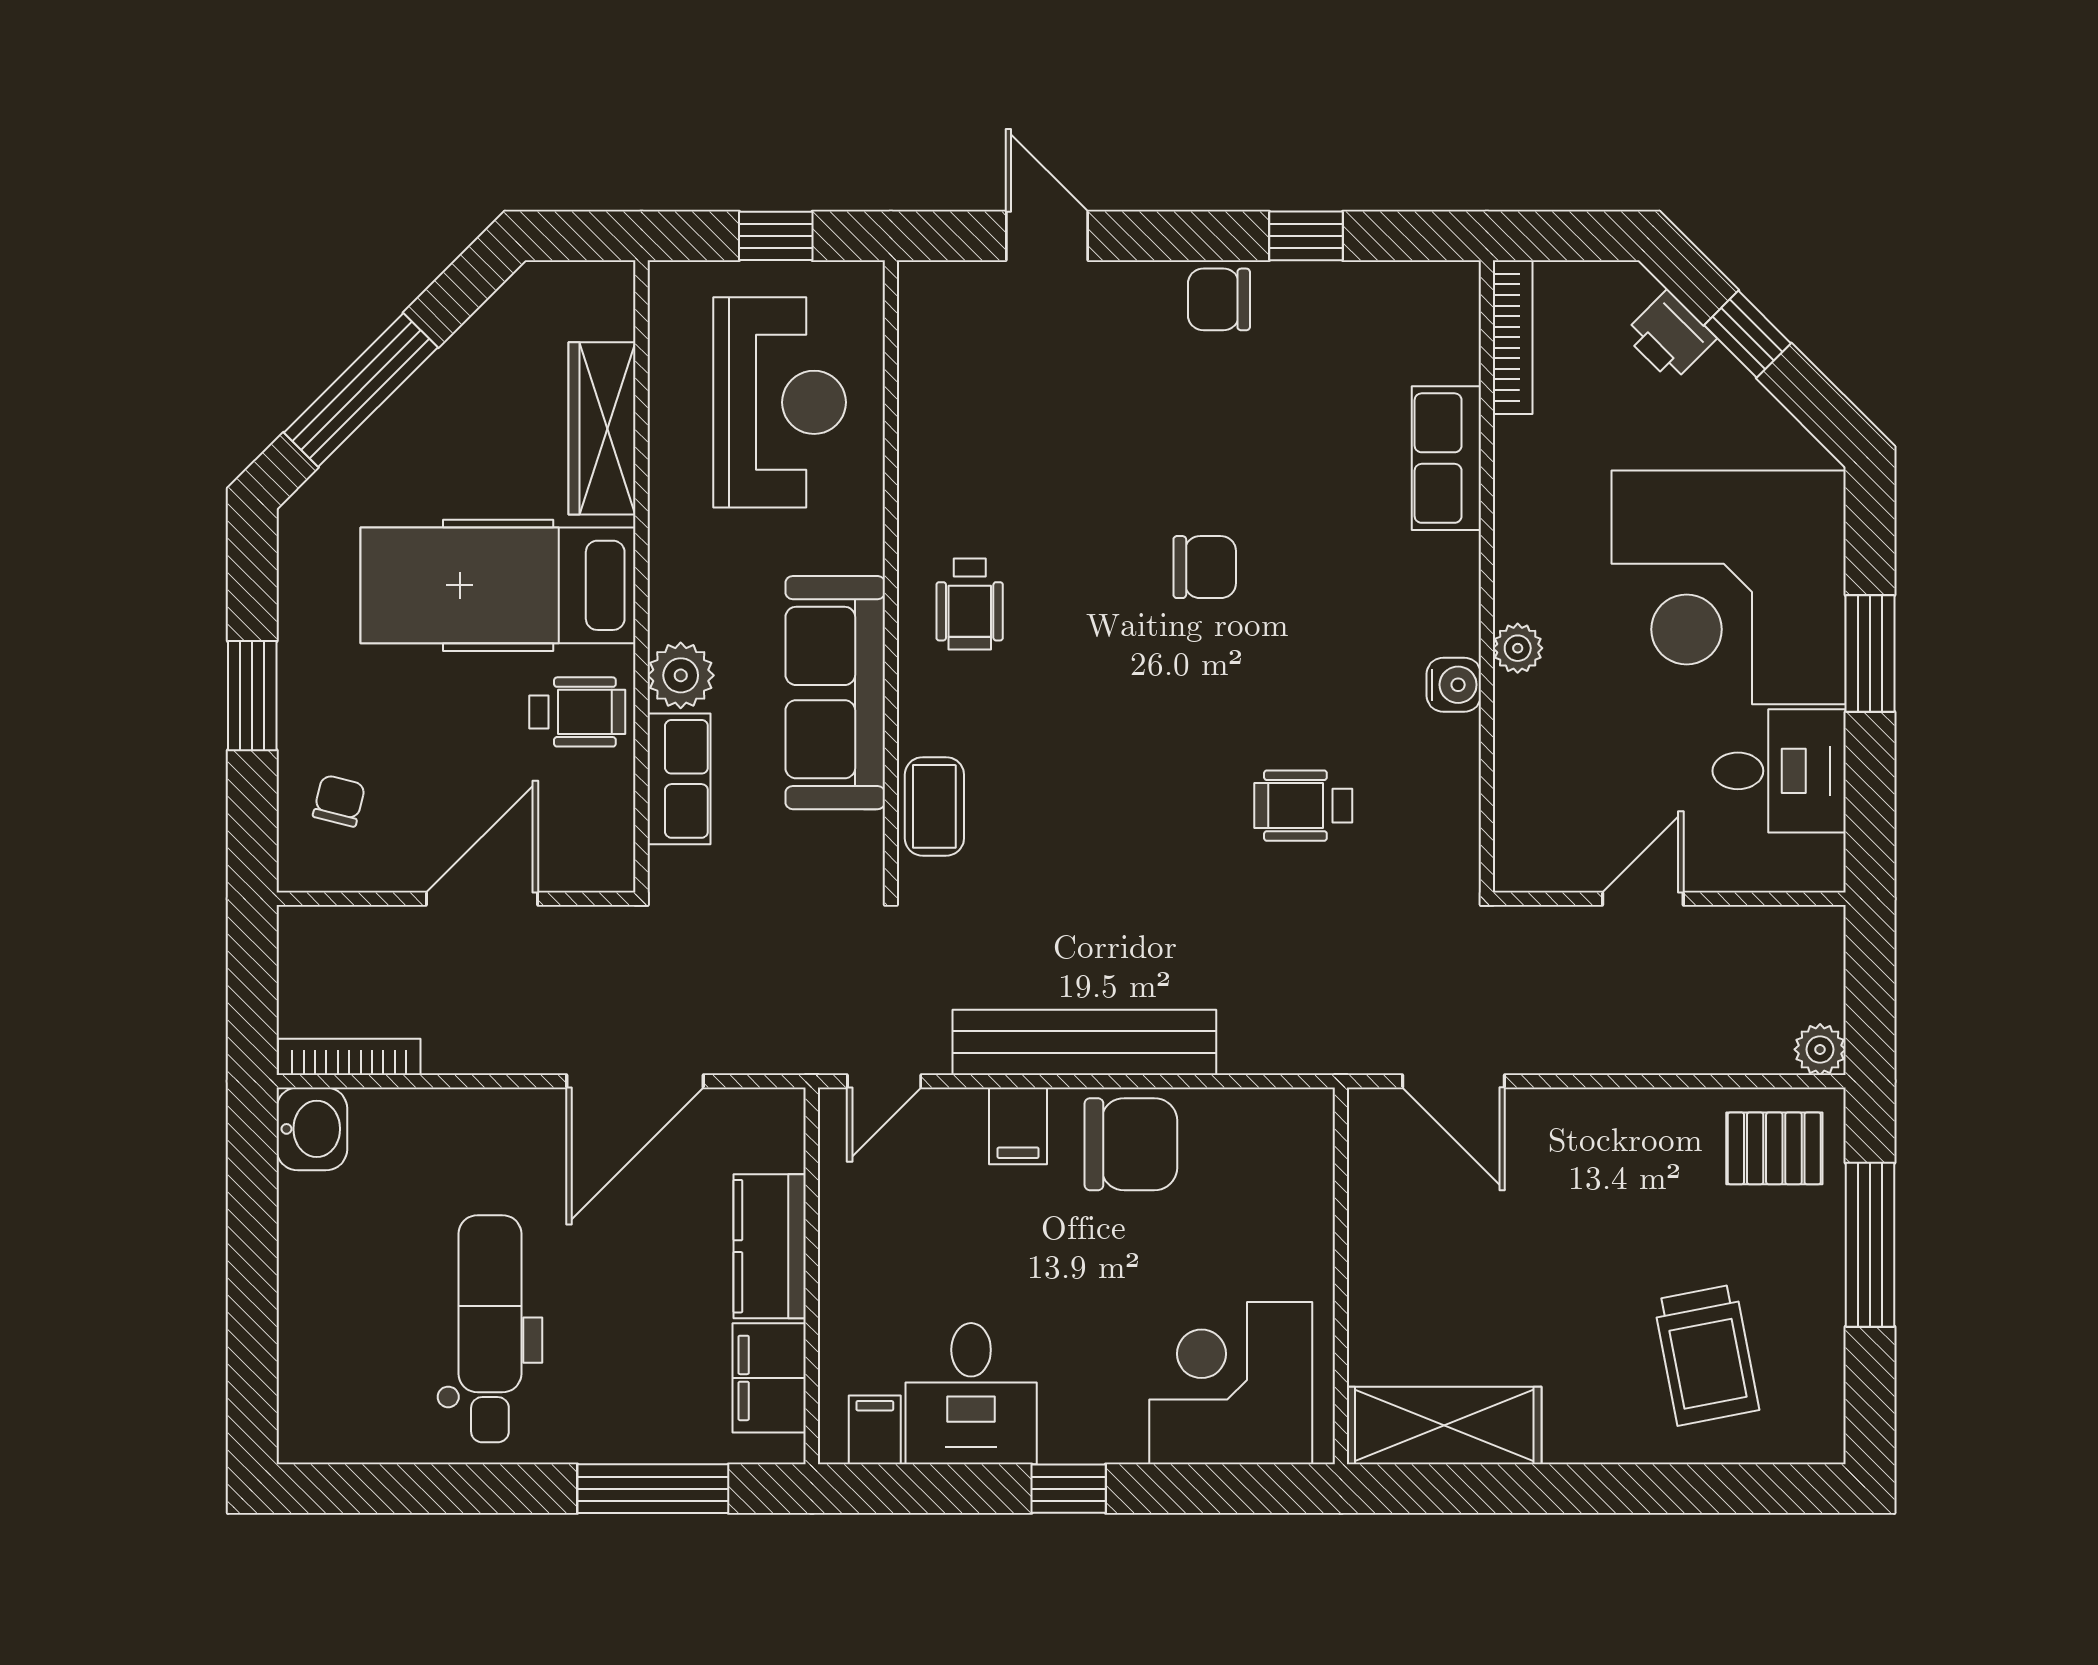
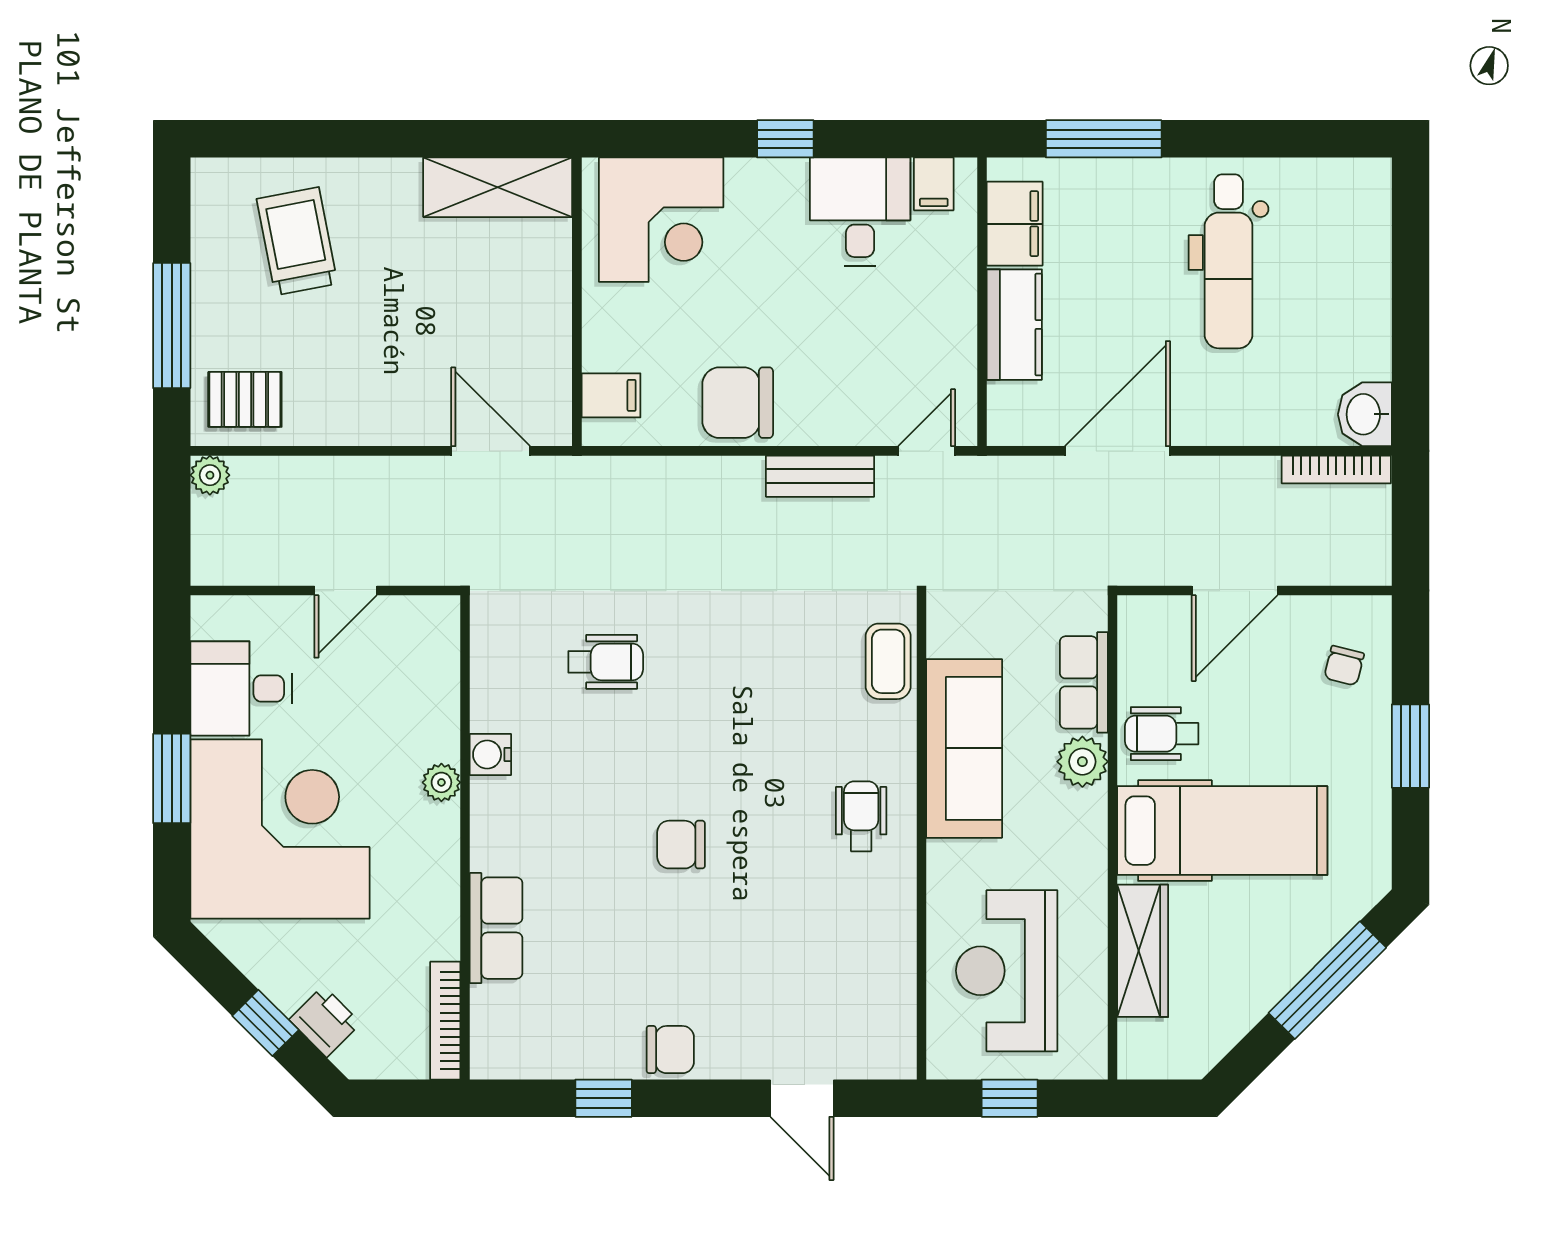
bench: (1084, 1042) -> (820, 476), width x0.54, depth x0.82
filing cabinet: (1018, 1126) -> (611, 395), moved, turned 90

